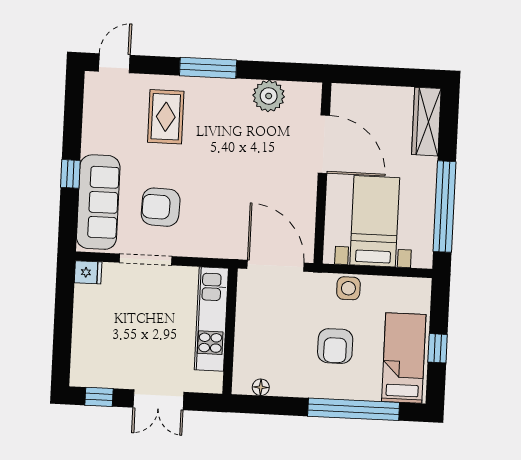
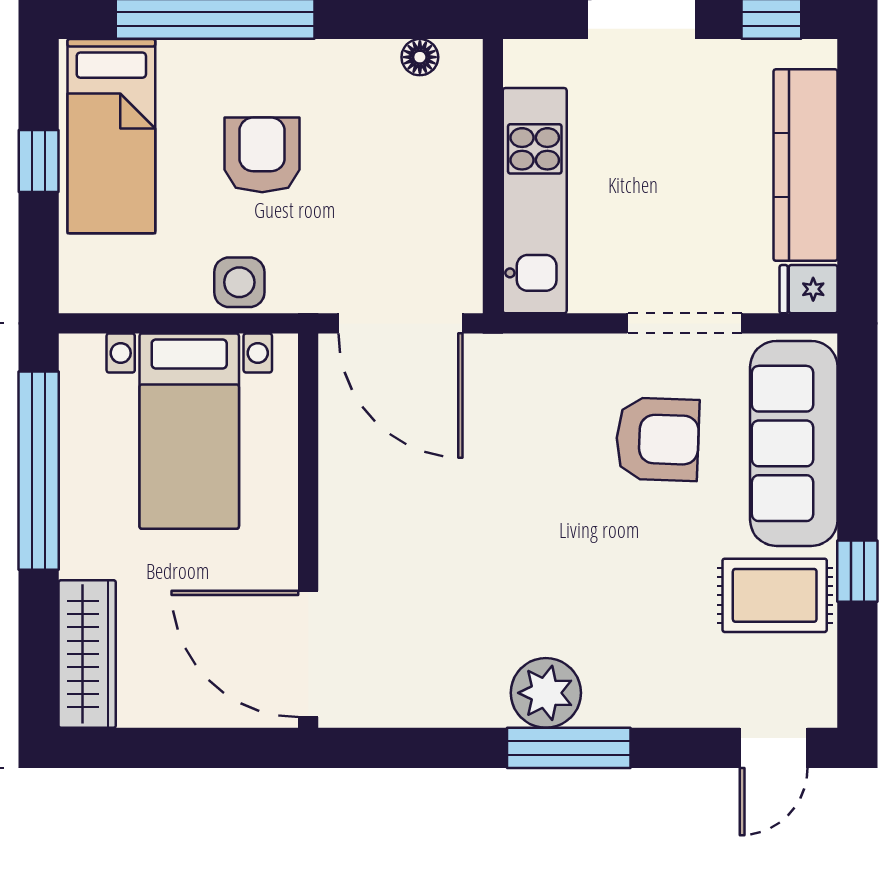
plant: (269, 96) -> (546, 693), moved
rug: (166, 117) -> (775, 595), moved, turned 90
door: (324, 144) -> (308, 654), moved
window: (70, 174) -> (857, 571), moved
kitchen counter: (87, 329) -> (806, 165), added

